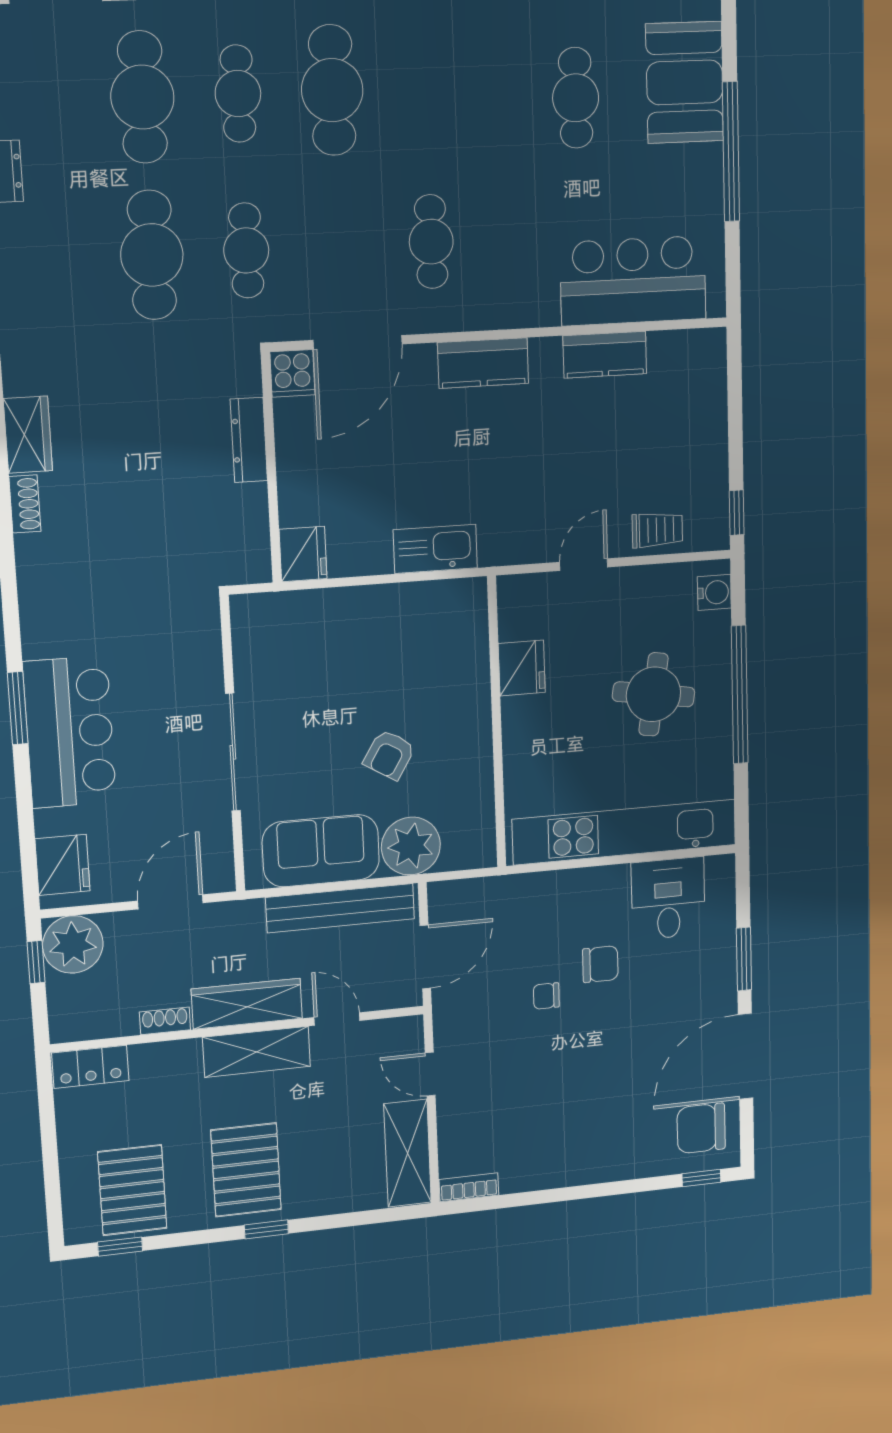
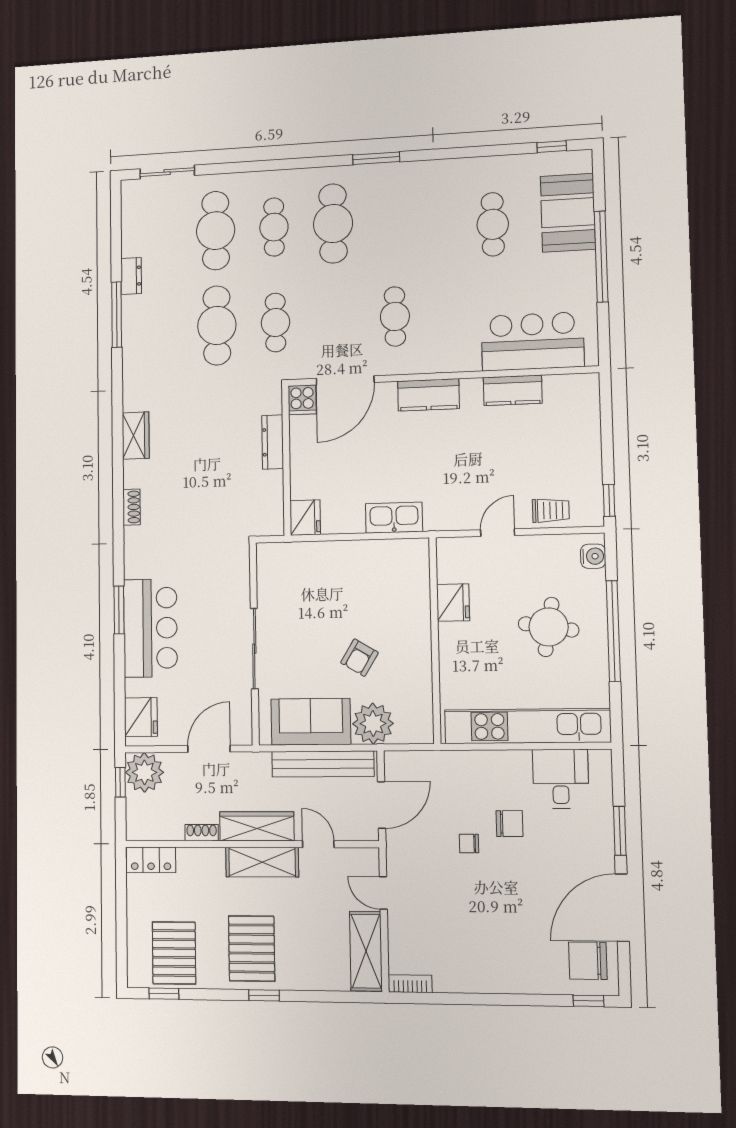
shoe rack: (25, 504) -> (131, 507), moved

